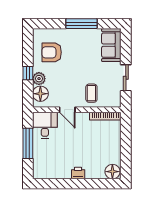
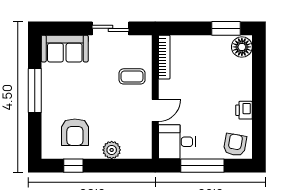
window: (28, 73) -> (73, 166), moved
floor lamp: (40, 94) -> (133, 148), removed
window: (126, 160) -> (226, 28), added
armchair: (43, 167) -> (235, 145), added
printer: (78, 173) -> (244, 110), moved

